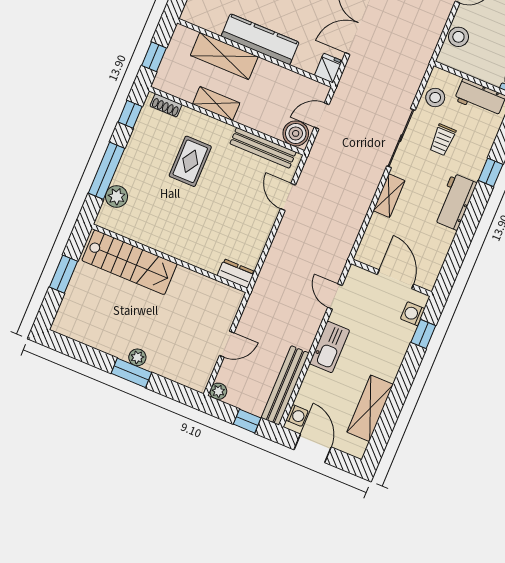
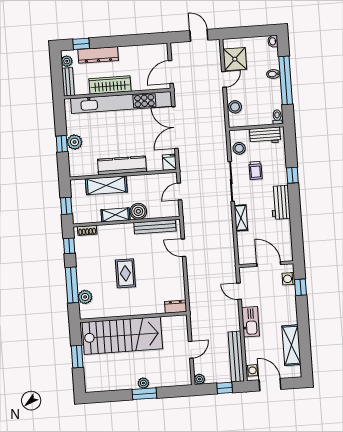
boiler: (296, 133) -> (138, 211), moved
rug: (190, 161) -> (125, 273), moved
stairs: (130, 262) -> (122, 336), width x1.36, depth x1.51

